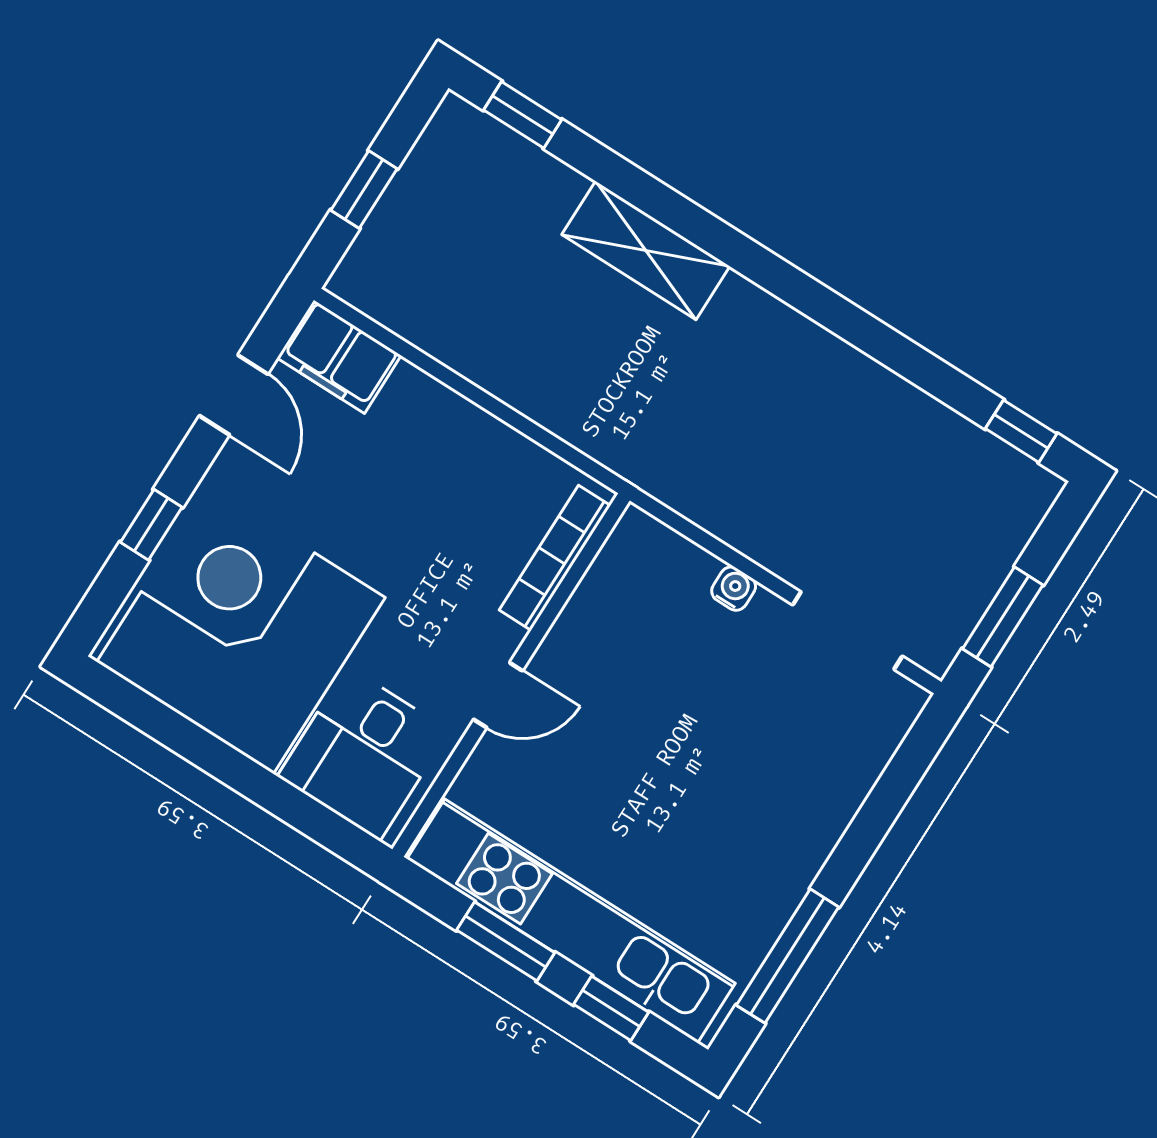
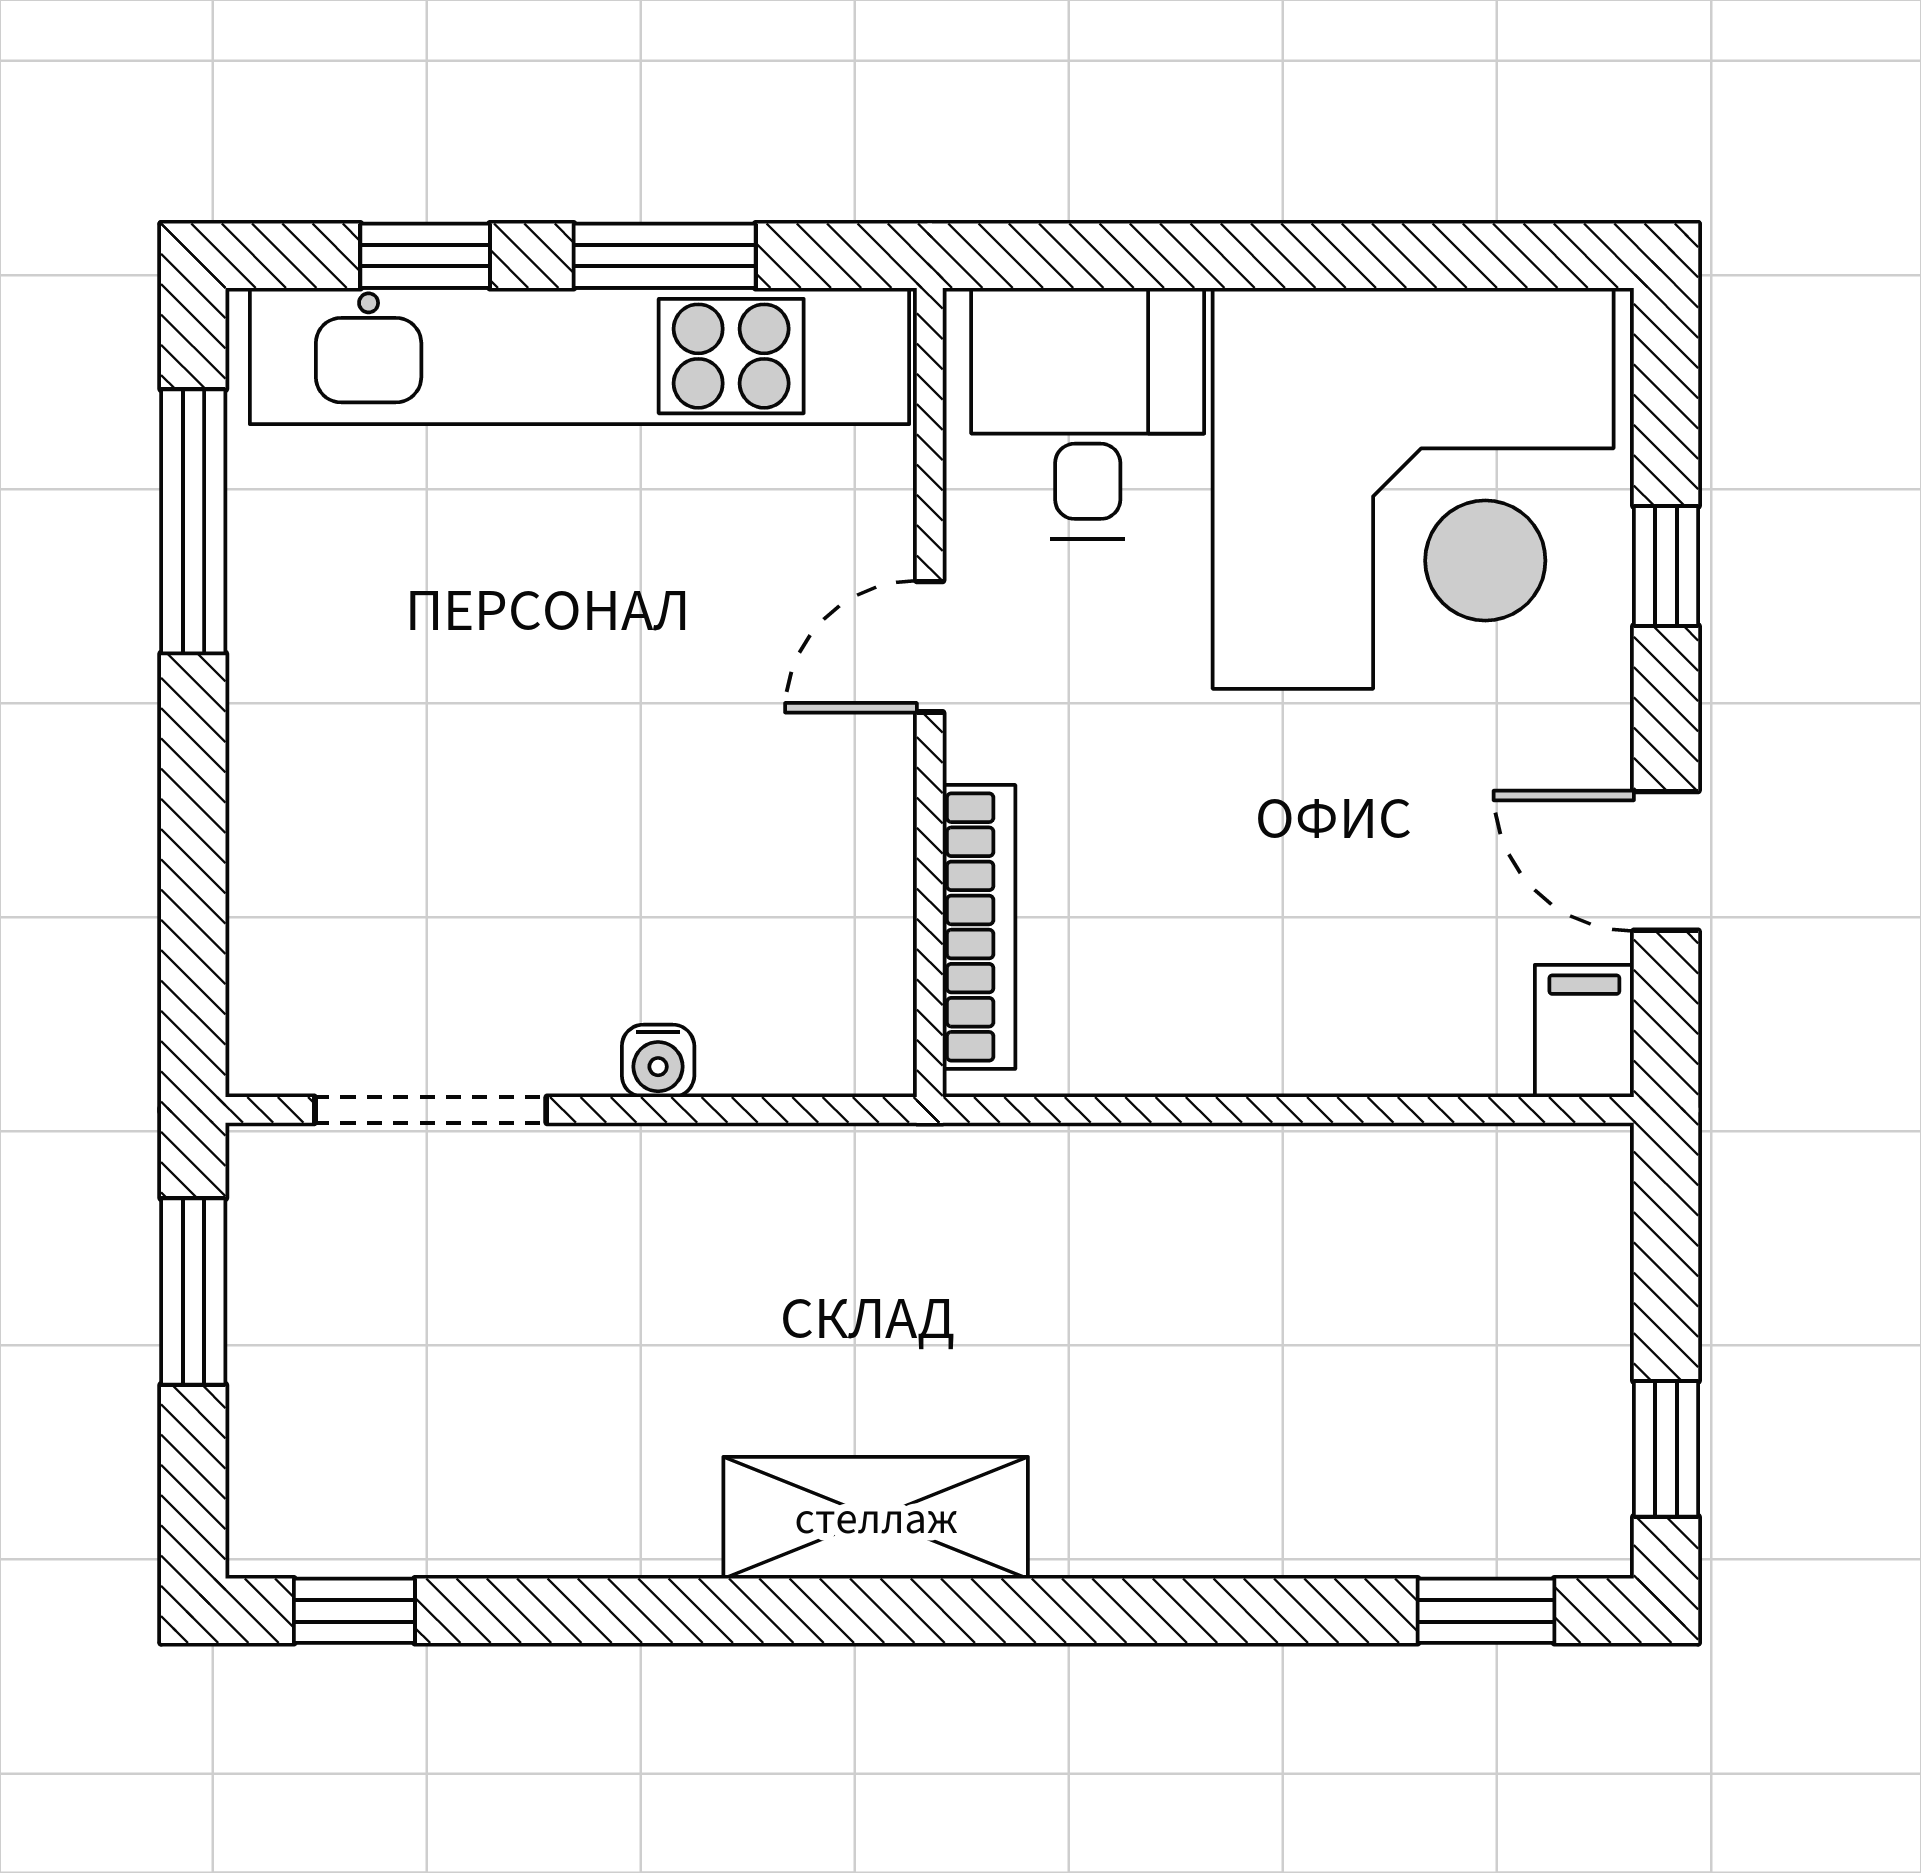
window: (364, 189) -> (1666, 1449), moved
shelving: (646, 250) -> (876, 1518), moved
filing cabinet: (339, 357) -> (1584, 1031), width x0.50

